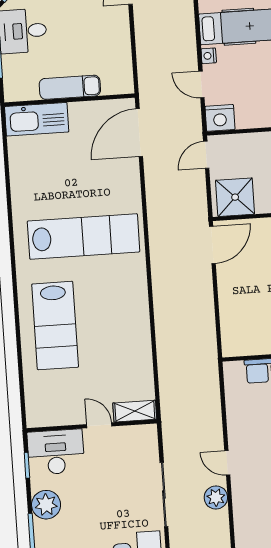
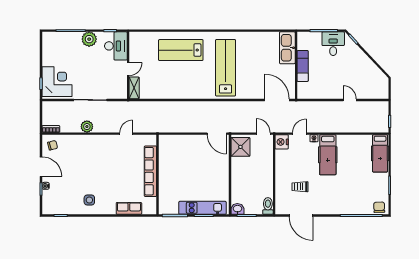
lab bench: (84, 236) -> (226, 68), turned 180
door: (227, 463) -> (126, 134), moved

